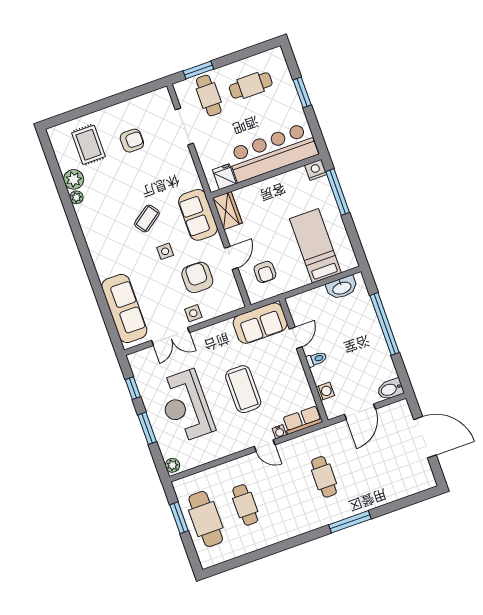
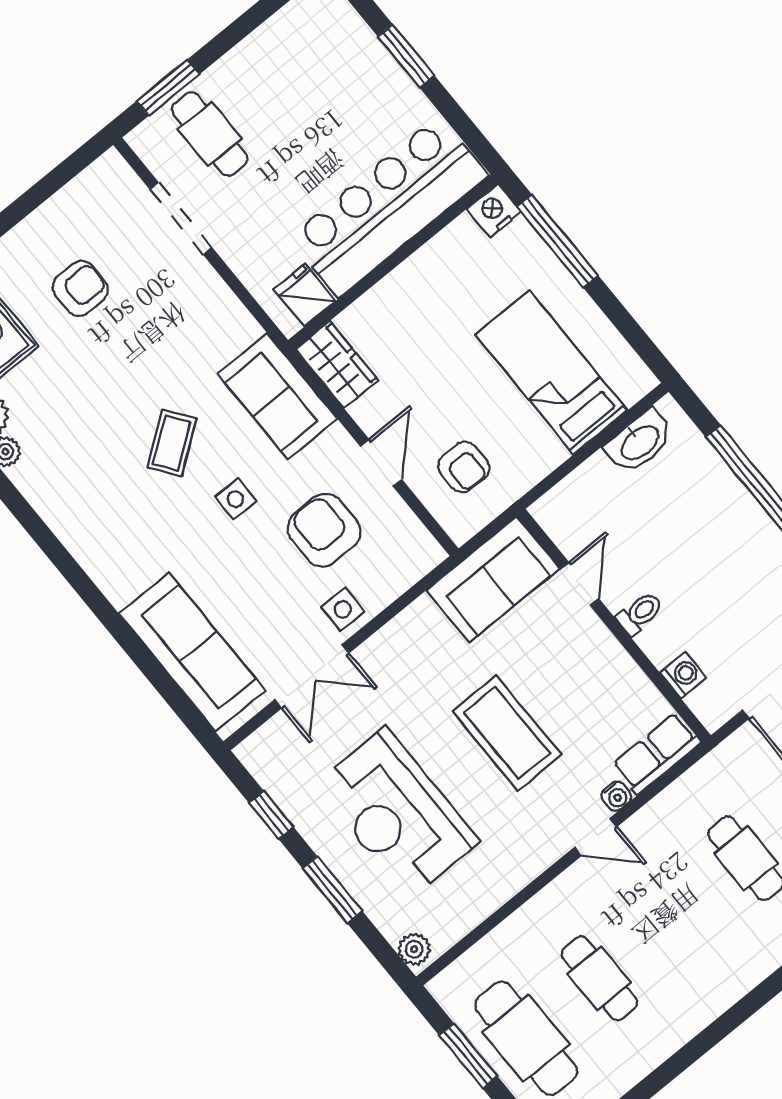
cafe table: (251, 85) -> (291, 81), removed

